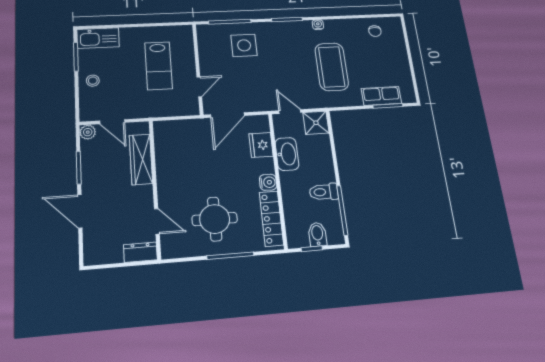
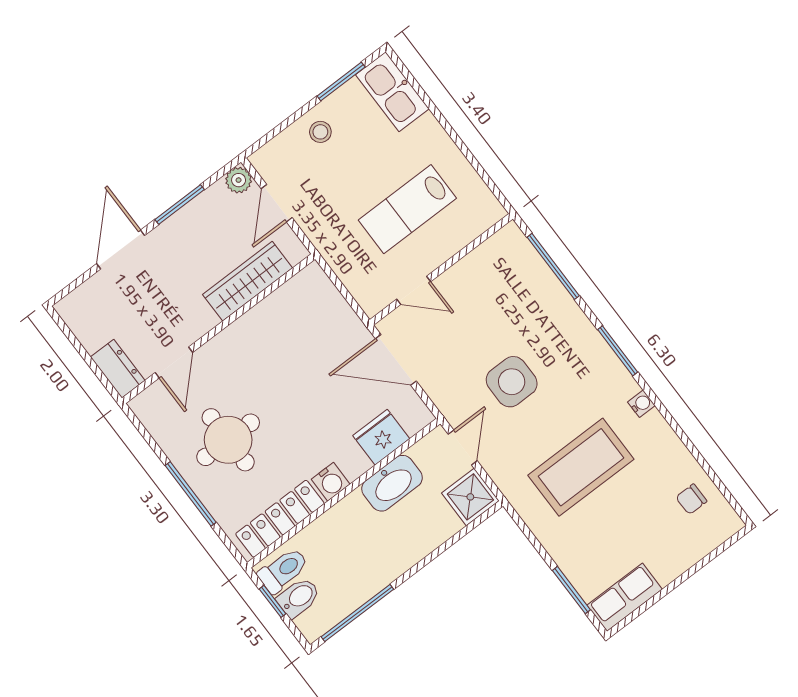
side table: (244, 45) -> (512, 382), moved
row of seats: (381, 96) -> (625, 597), moved, turned -90
toilet: (324, 192) -> (283, 570), moved, turned 90

